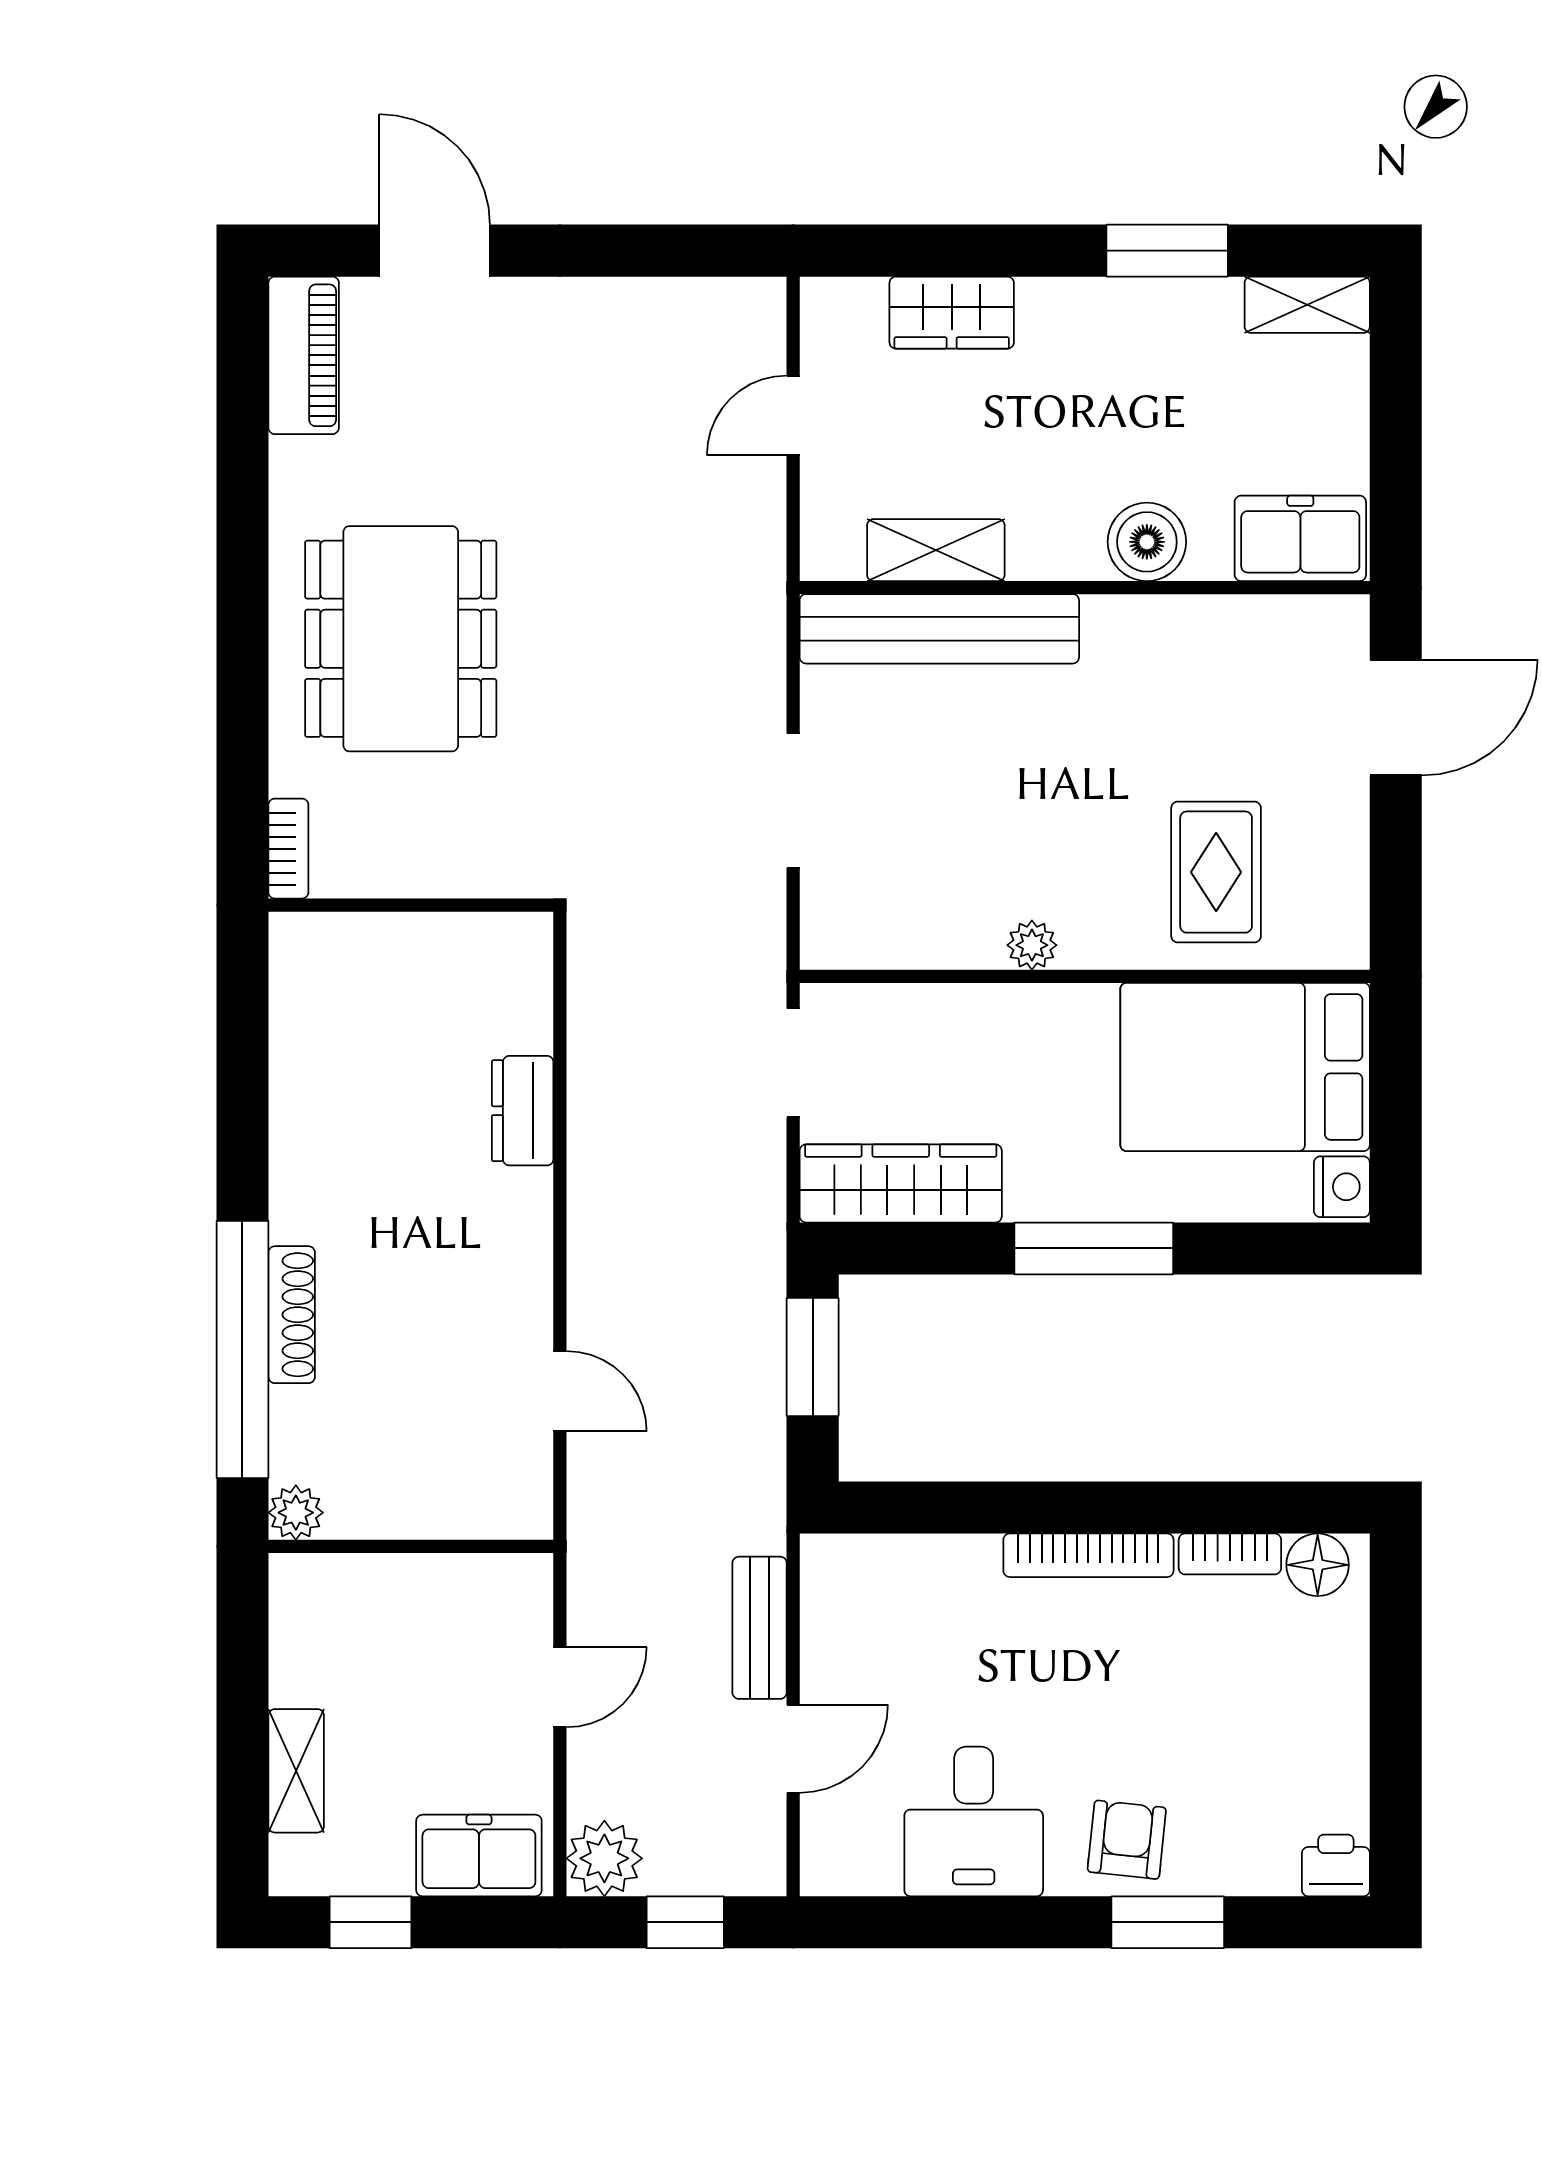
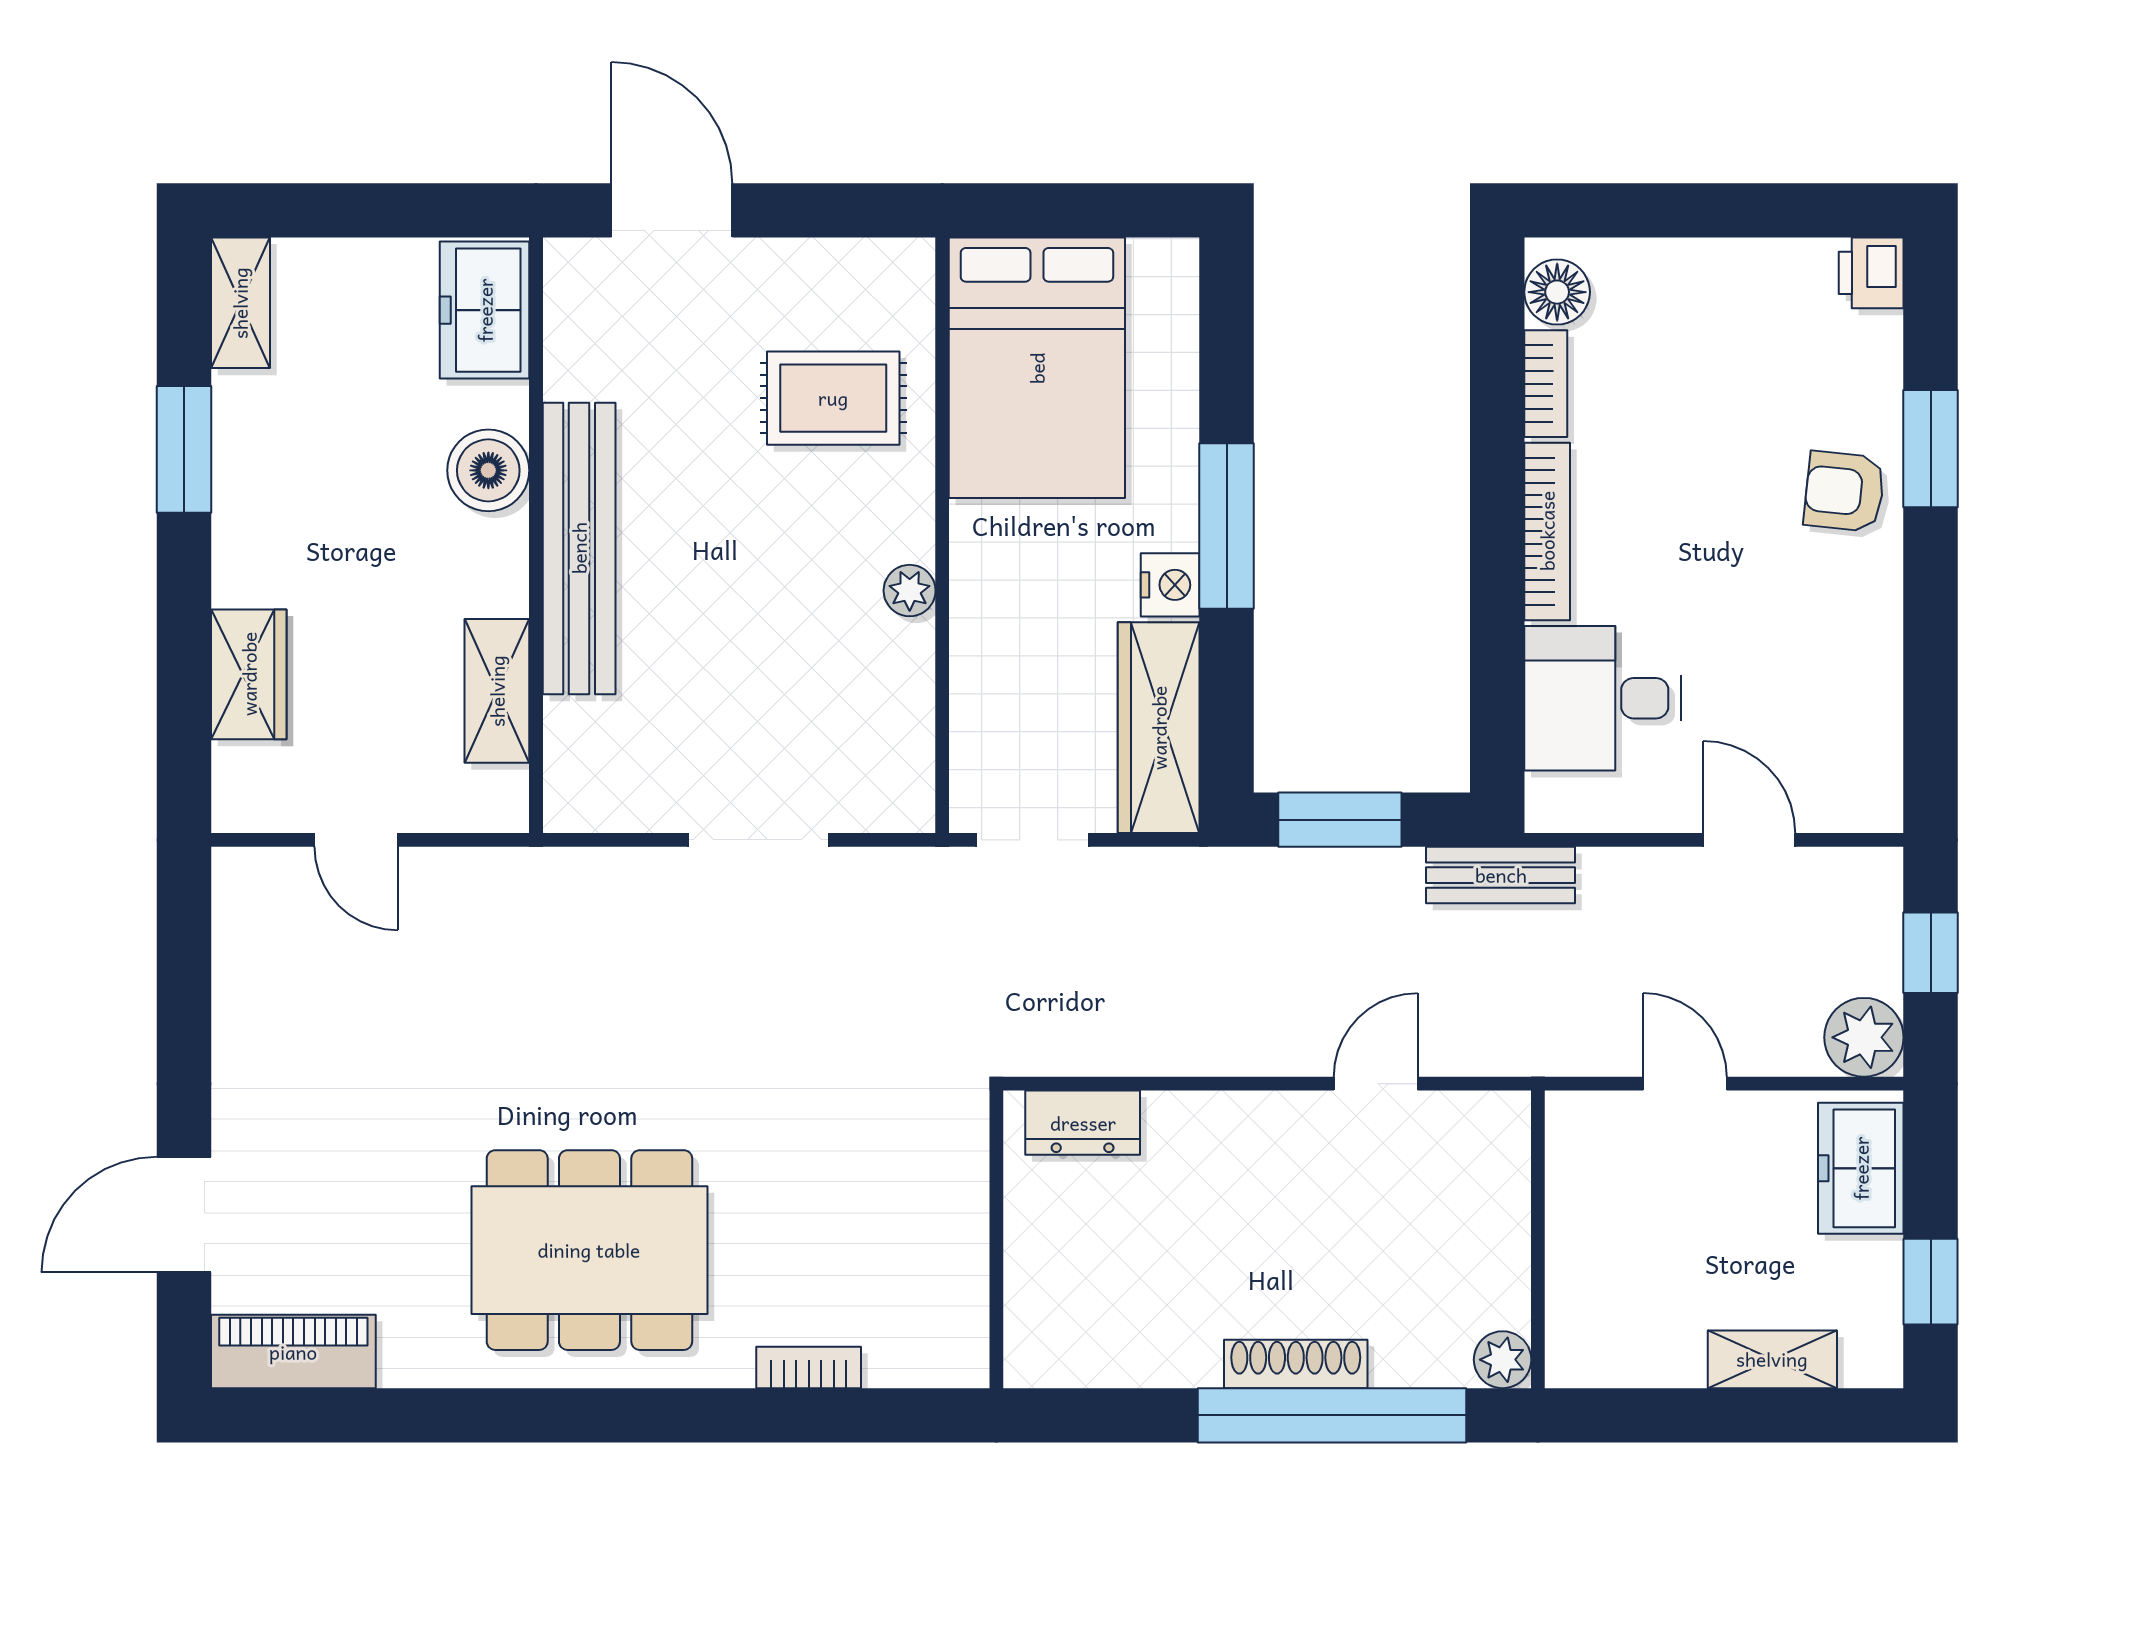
bench: (939, 629) -> (579, 548), moved
wall: (411, 905) -> (996, 1239), moved
nightstand: (1342, 1187) -> (1170, 585), moved, turned 90
bench: (760, 1628) -> (1501, 875), moved
desk: (974, 1822) -> (1603, 698), moved, turned 180

